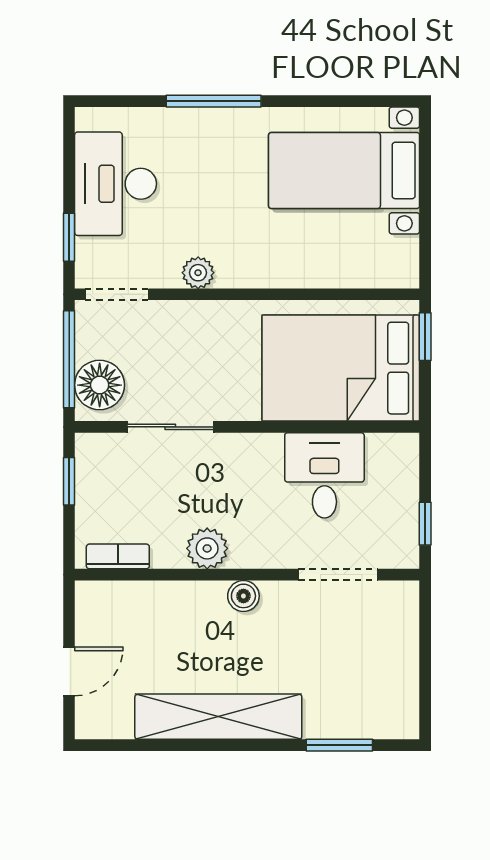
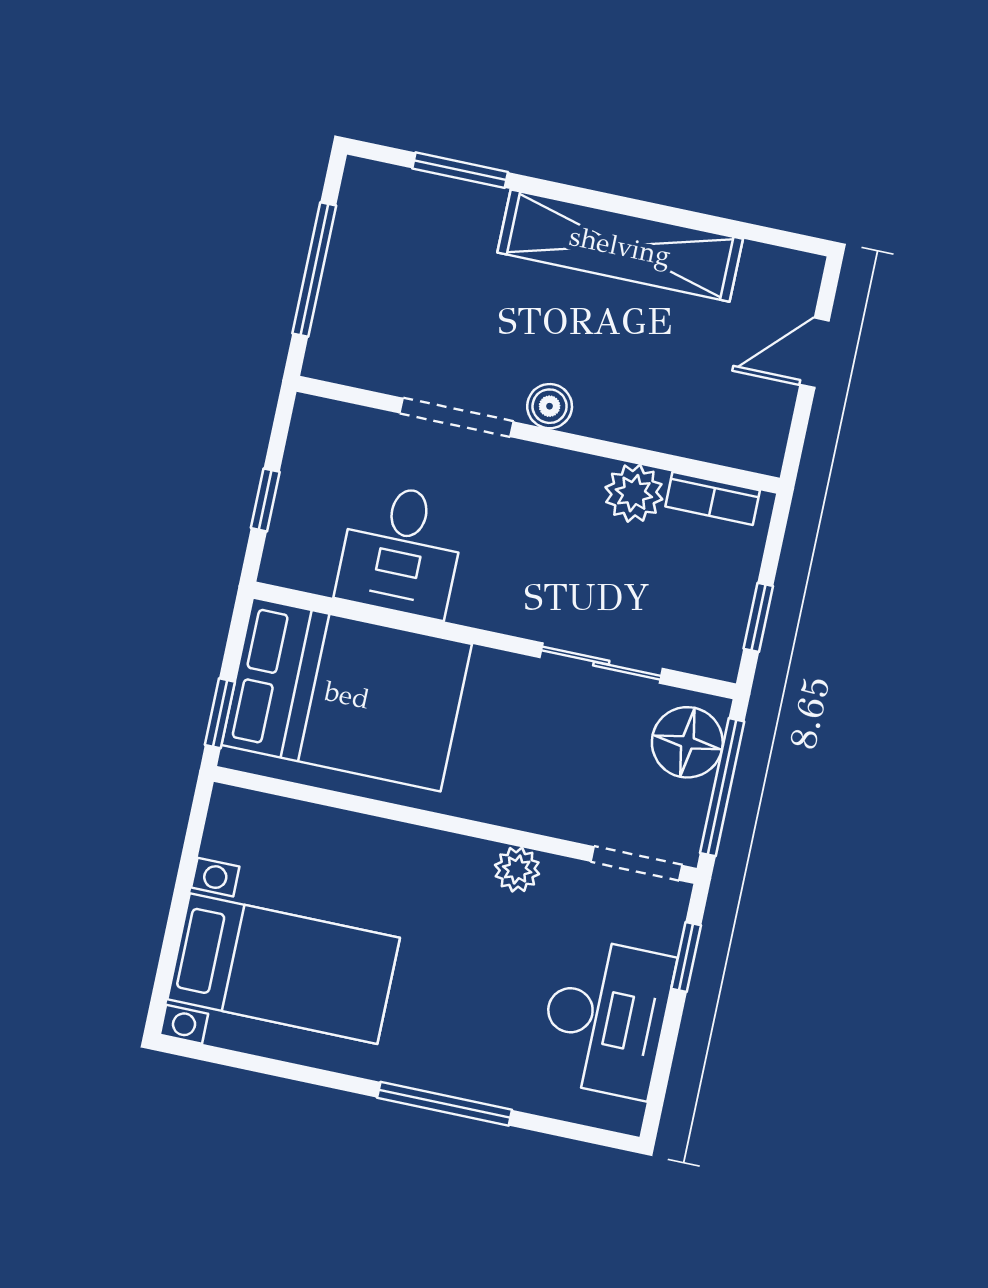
window: (425, 524) -> (265, 500), moved
plant: (207, 548) -> (634, 493), moved
doorway: (338, 575) -> (456, 417), moved
window: (425, 656) -> (314, 270), added

